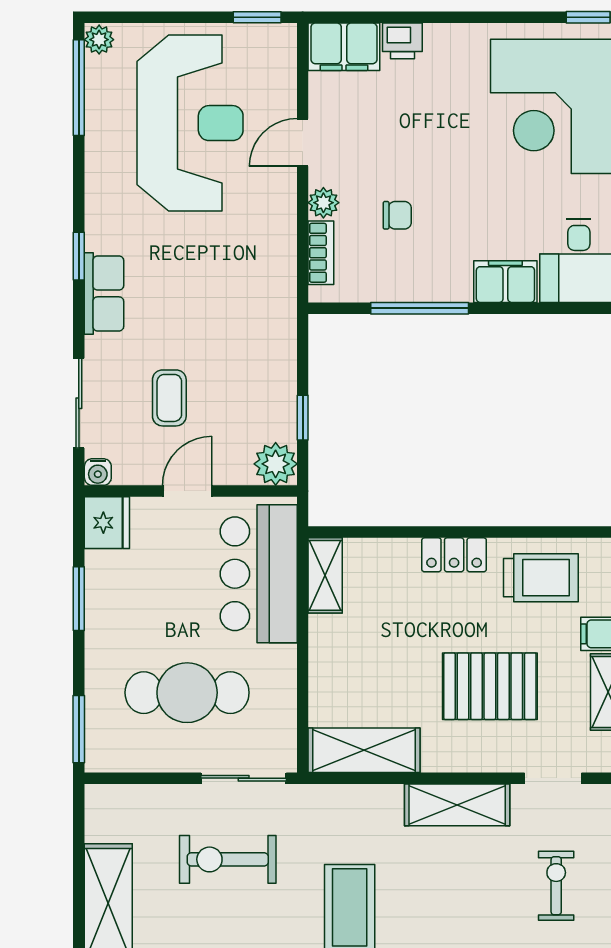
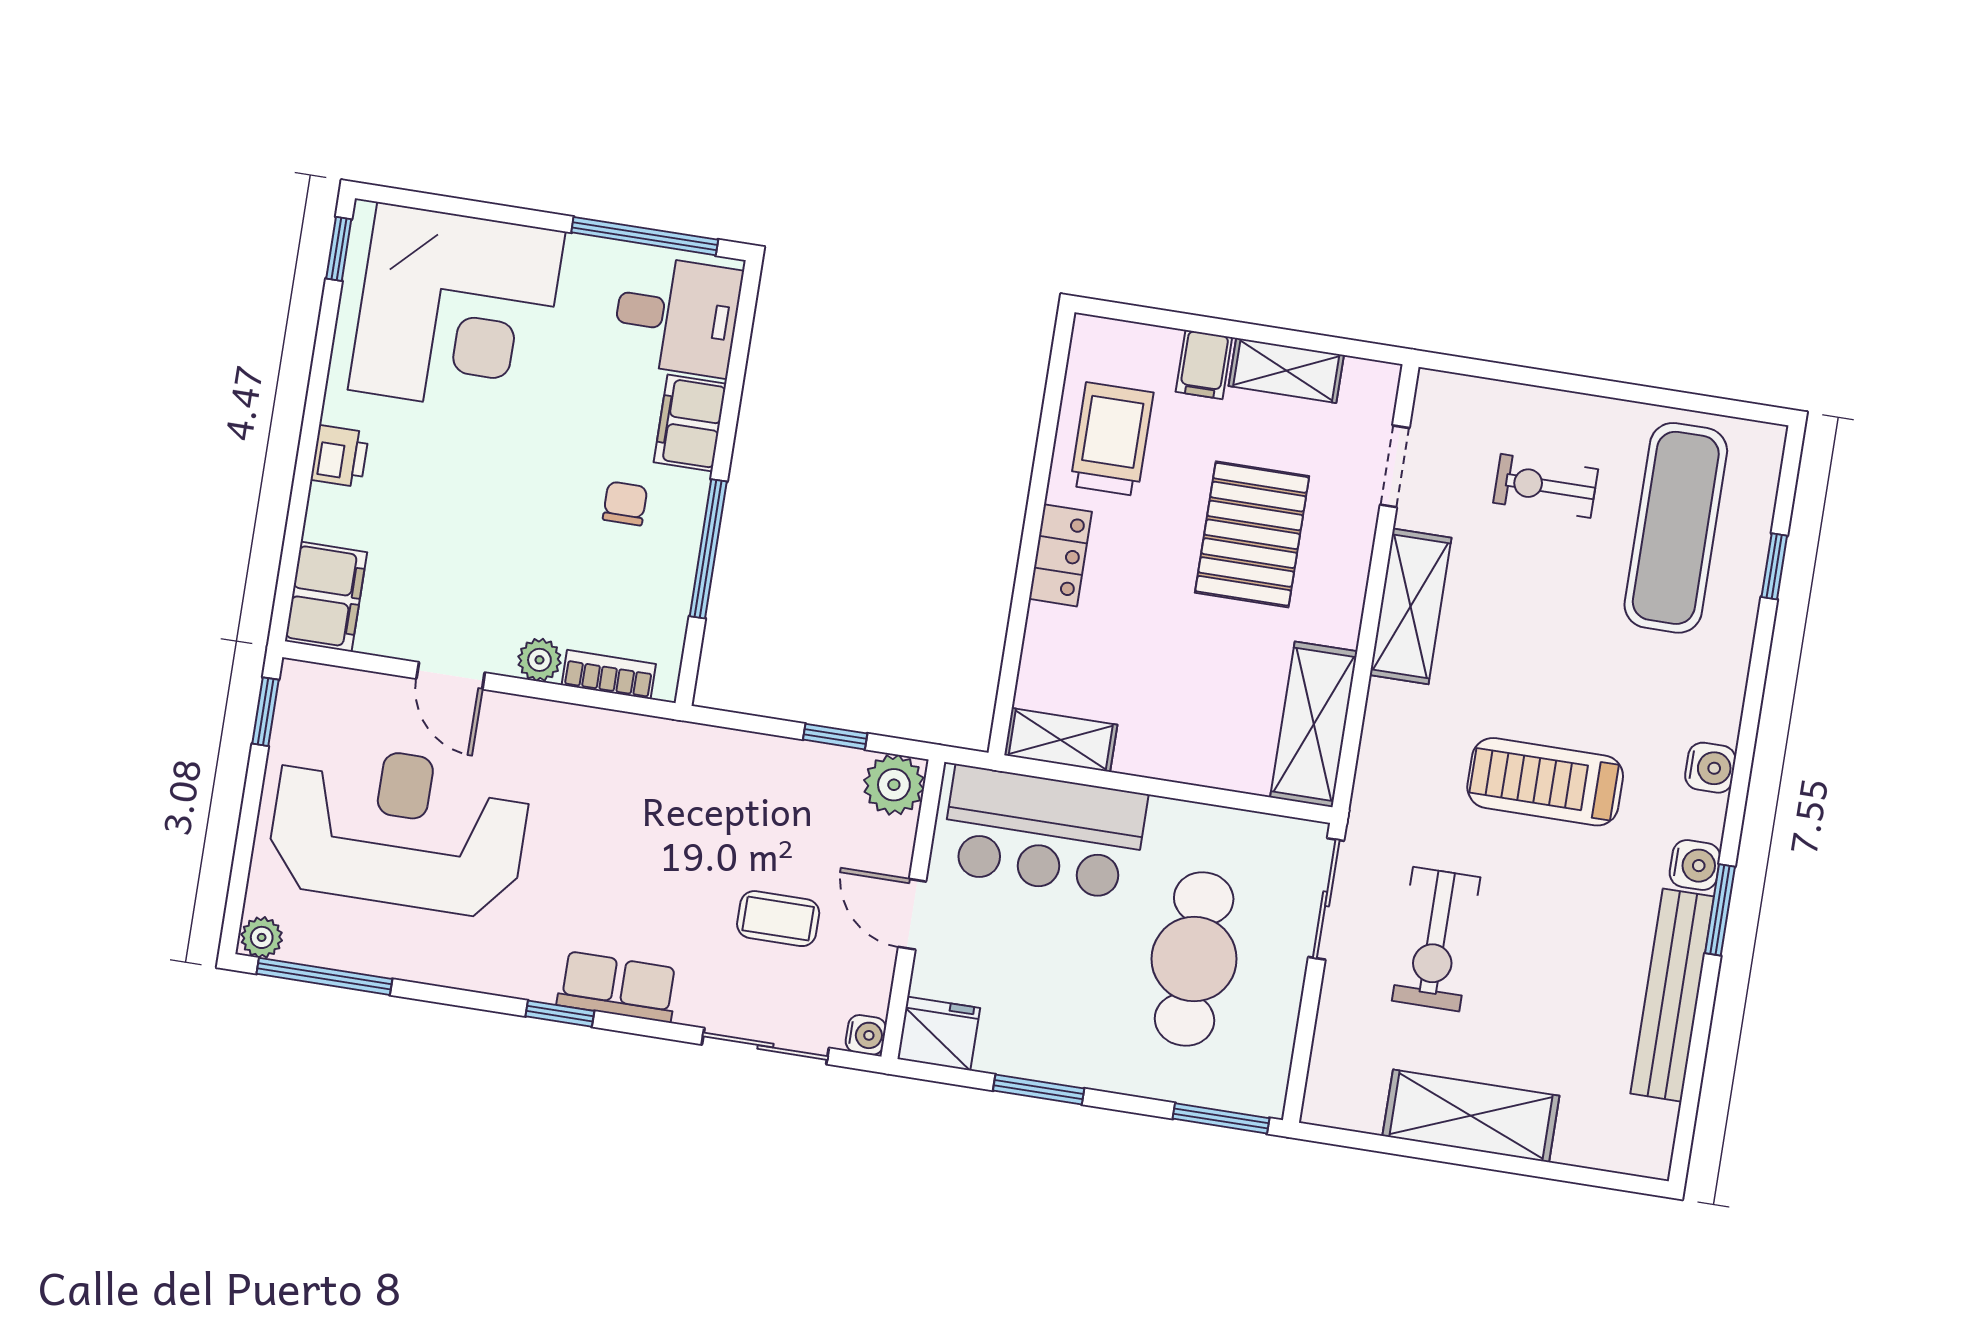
printer: (402, 41) -> (340, 456), moved
chair: (397, 215) -> (625, 503), moved

